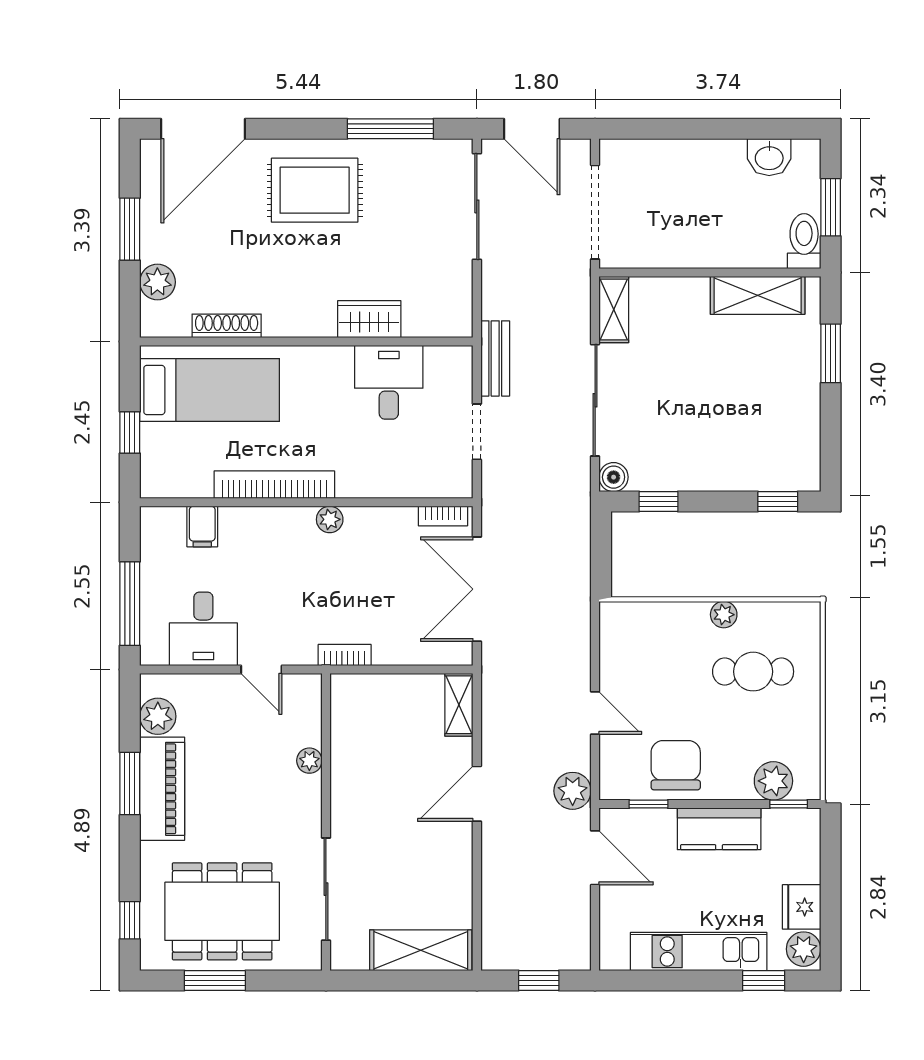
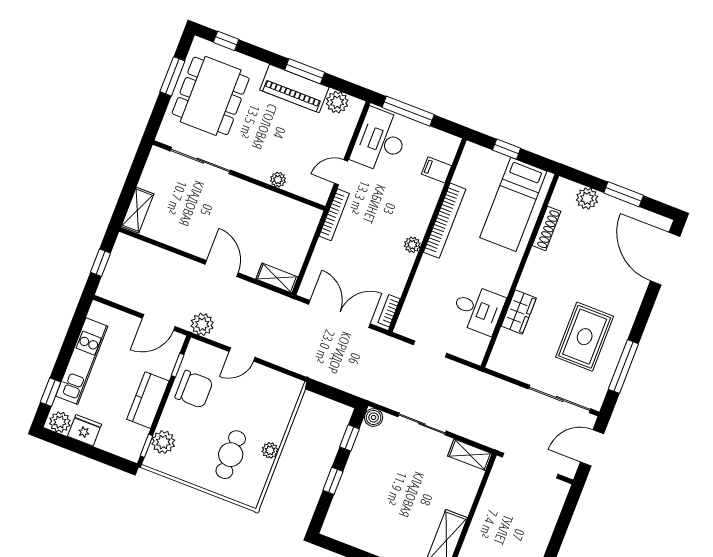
rug: (315, 190) -> (585, 337), moved
bench: (495, 358) -> (468, 376), removed
sliding door: (595, 400) -> (422, 424), width x0.73
window: (778, 502) -> (333, 481), moved
desk: (203, 629) -> (380, 141), width x1.37
bookcase: (345, 655) -> (334, 215), width x1.56
shelving: (421, 950) -> (137, 210), width x0.67, depth x0.75

